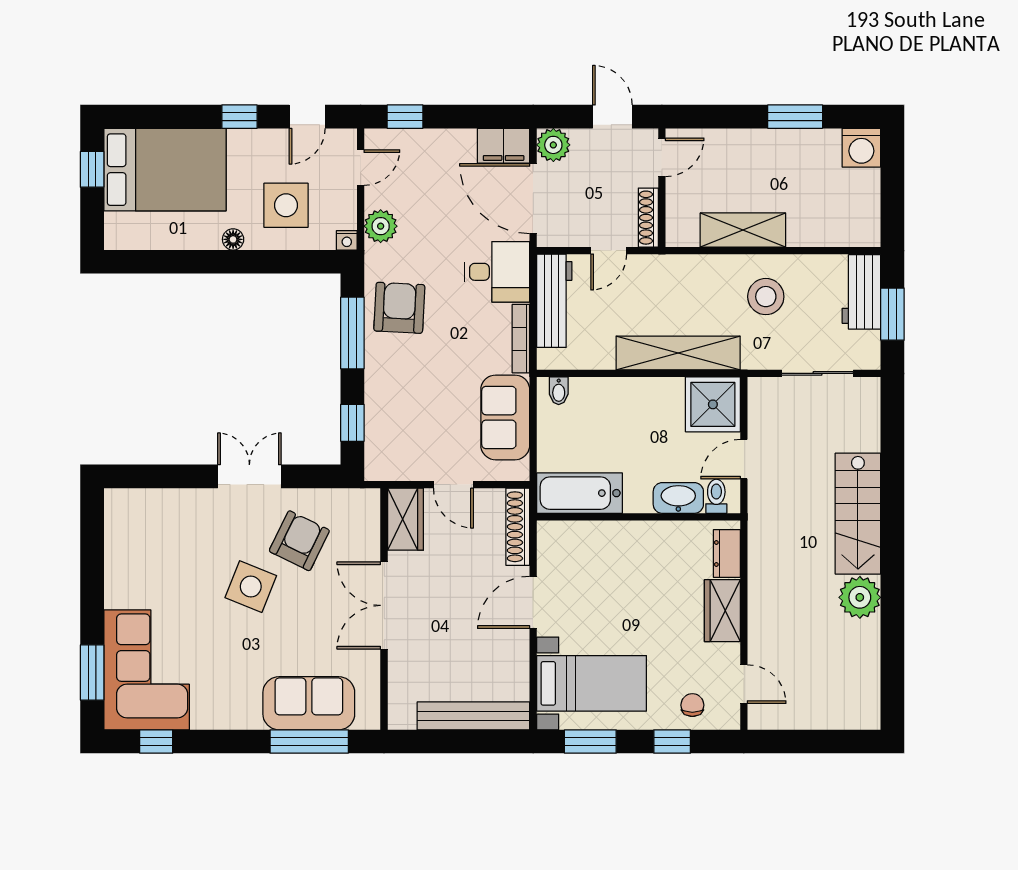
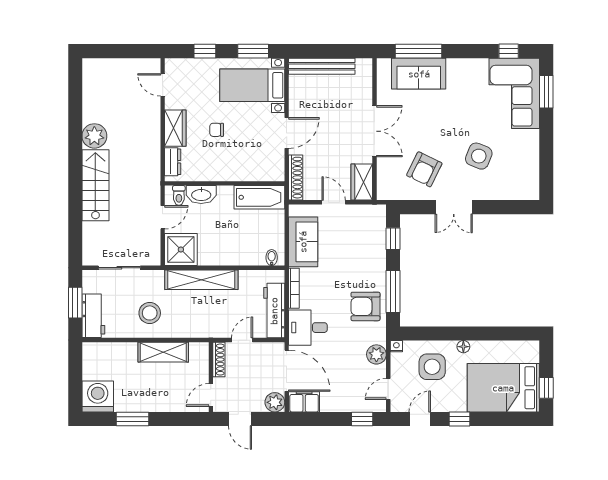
washing machine: (861, 148) -> (98, 396), width x1.37, depth x1.37
armchair: (399, 308) -> (365, 306), turned 87
side table: (251, 587) -> (479, 156), moved
chair: (692, 705) -> (217, 130), moved, turned 90

